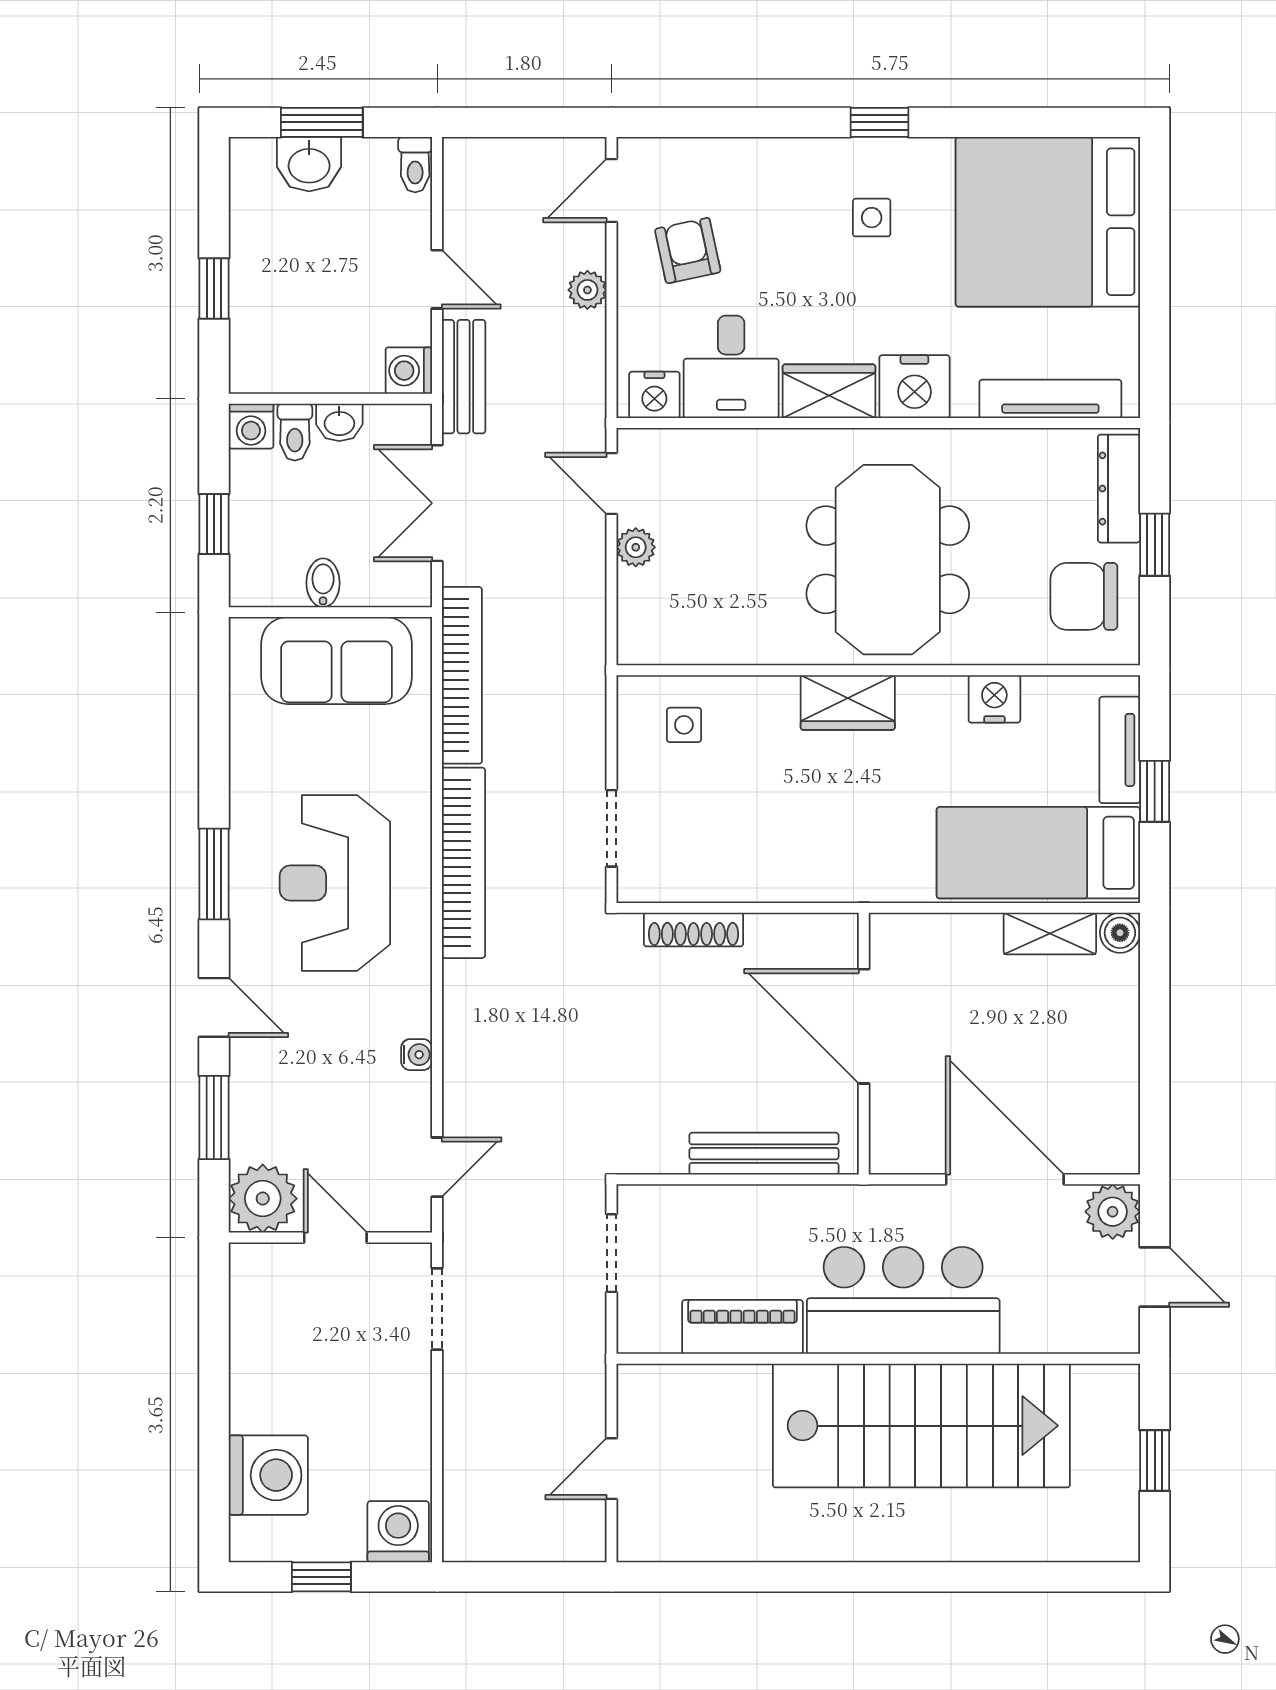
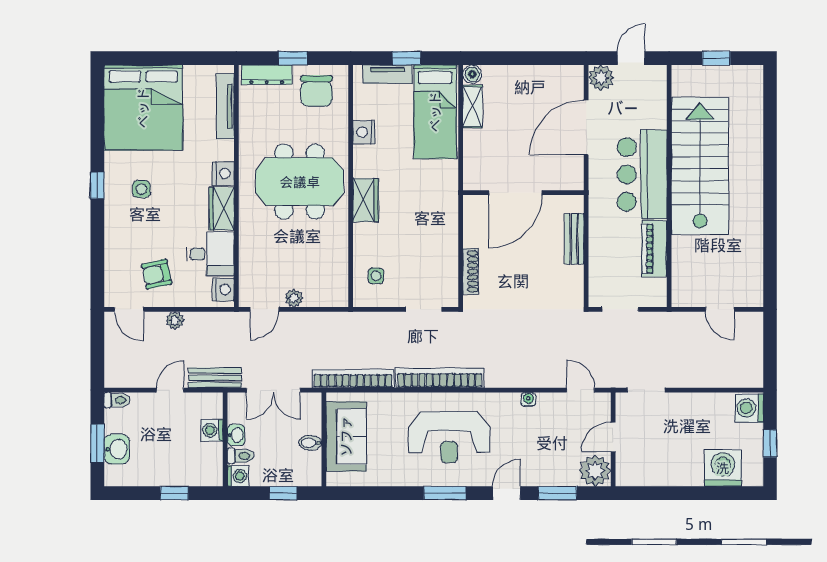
washing machine: (409, 371) -> (212, 430), moved, turned 90
nightstand: (914, 387) -> (223, 174), width x0.74, depth x0.75
bench: (764, 1154) -> (574, 239), width x0.73

